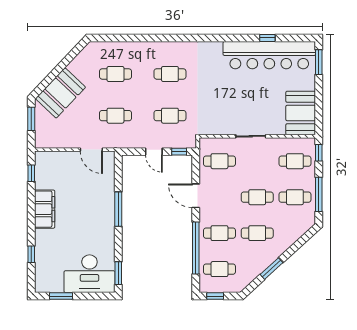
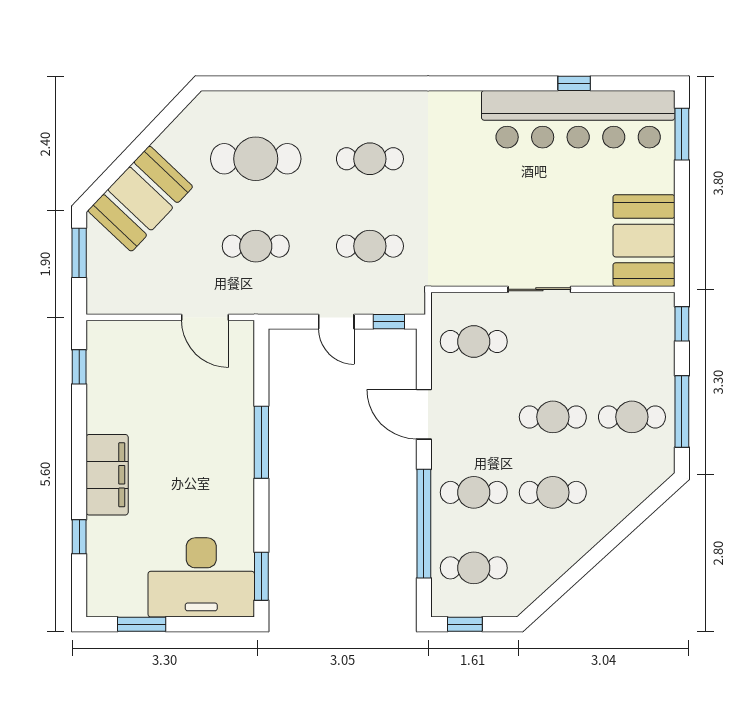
cafe table: (115, 74) -> (256, 159), width x1.37, depth x1.35
cafe table: (295, 161) -> (632, 342), removed
filing cabinet: (45, 209) -> (107, 475), moved
window: (272, 269) -> (583, 567), removed

